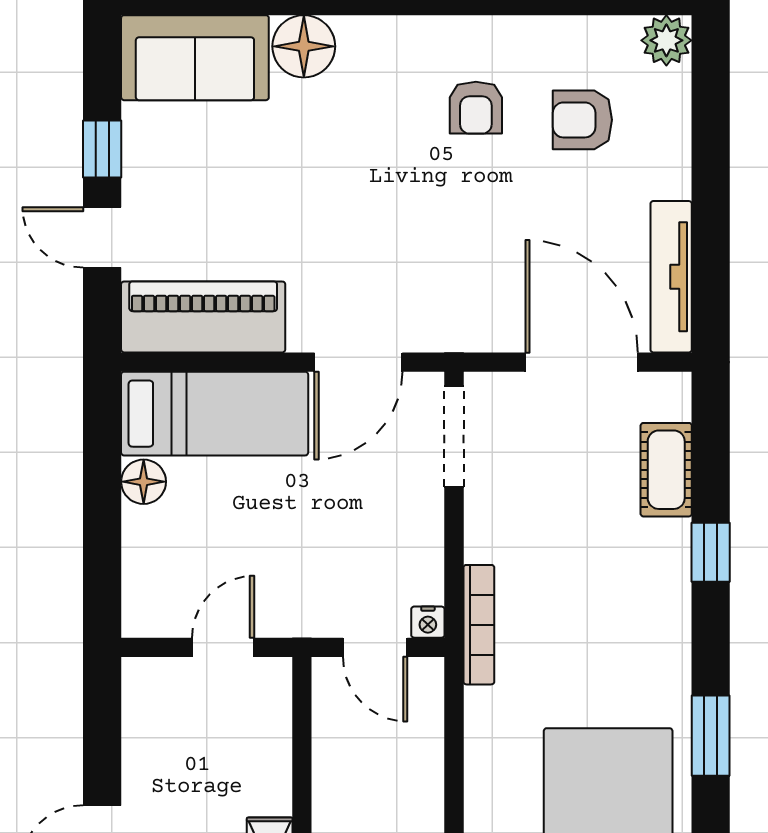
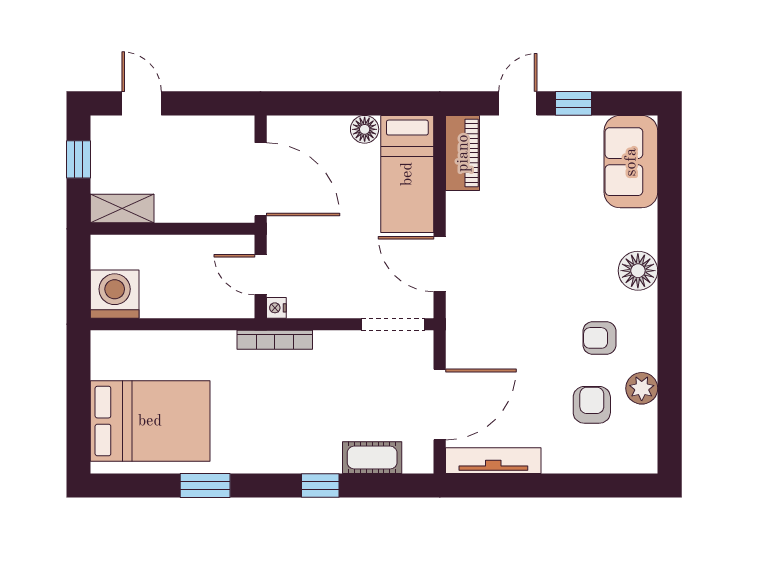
plant: (666, 40) -> (642, 388), moved
floor lamp: (304, 46) -> (638, 271), moved
piano: (203, 317) -> (463, 153), width x0.73, depth x0.75
door: (223, 647) -> (261, 179), width x1.87
door: (375, 647) -> (261, 275), hinge flipped

